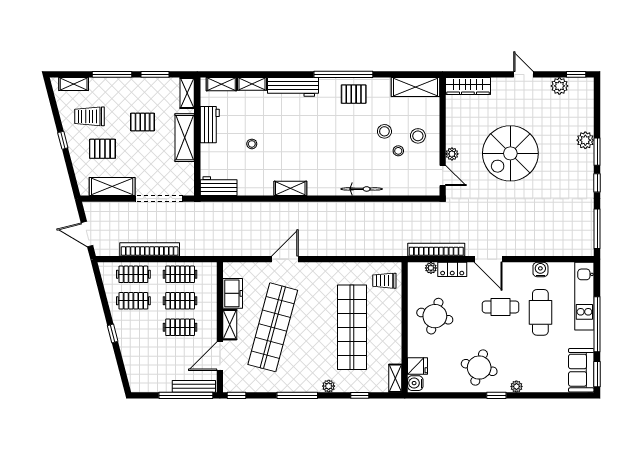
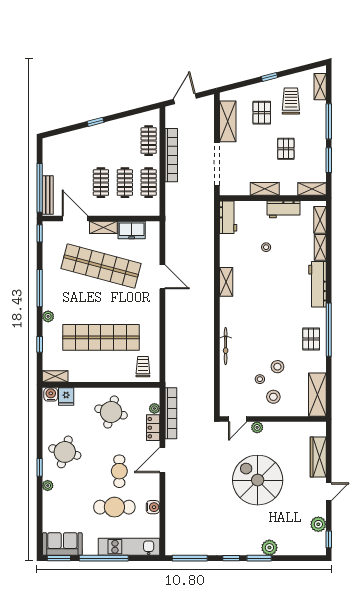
wardrobe: (468, 86) -> (318, 457), moved
shelving: (185, 138) -> (265, 189), width x0.67, depth x0.75
clothes rail: (133, 301) -> (125, 141), removed

